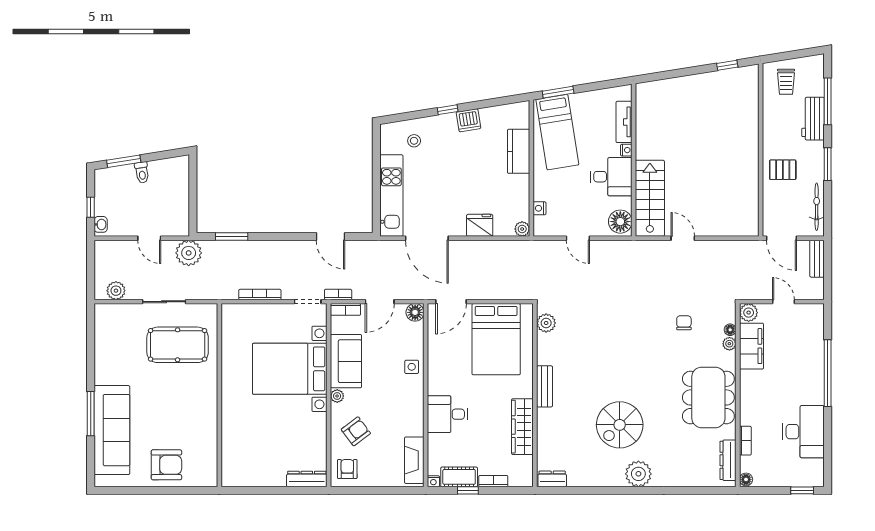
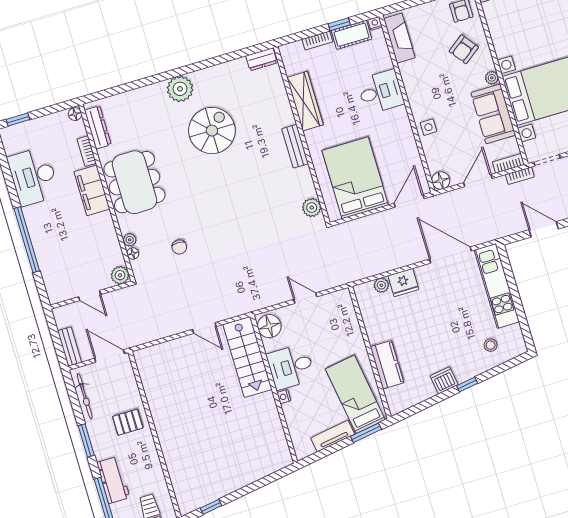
tv unit: (624, 122) -> (333, 436), moved, turned -99
nightstand: (540, 208) -> (351, 316), removed
plant: (522, 229) -> (381, 285), moved
filing cabinet: (751, 346) -> (92, 190), moved

